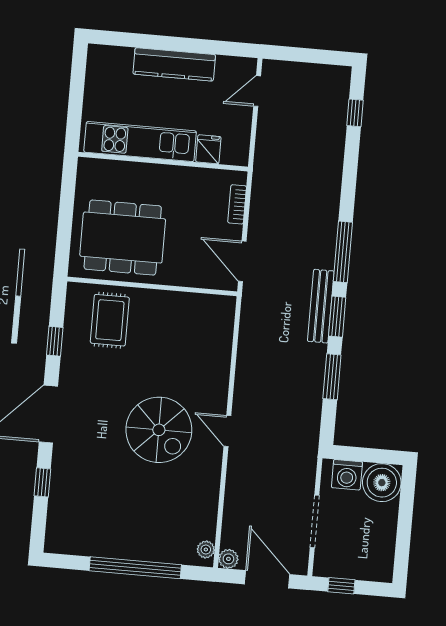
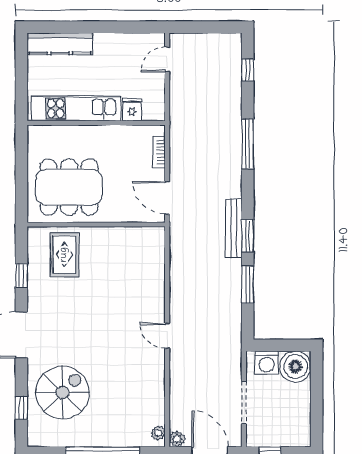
kitchen counter: (174, 64) -> (60, 44), moved
window: (343, 252) -> (248, 144), moved
spiral stairs: (159, 430) -> (63, 393), moved, turned -90
window: (42, 482) -> (21, 408), moved

